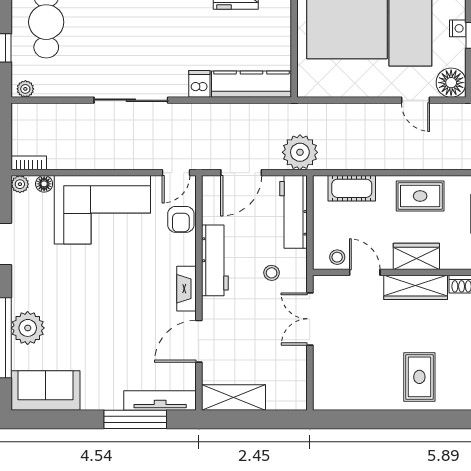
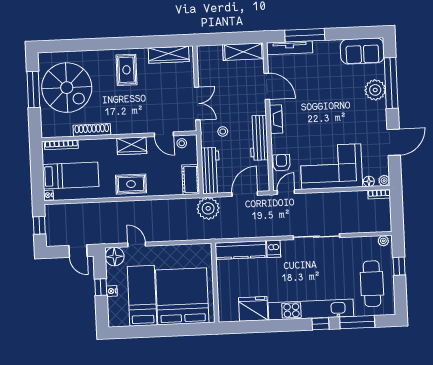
cot: (352, 188) -> (191, 180), moved, turned 90
wardrobe: (416, 287) -> (169, 55), moved, turned 180
door: (199, 341) -> (267, 86), hinge flipped

